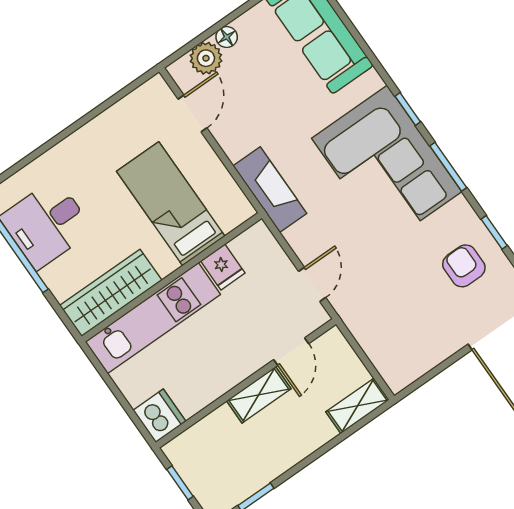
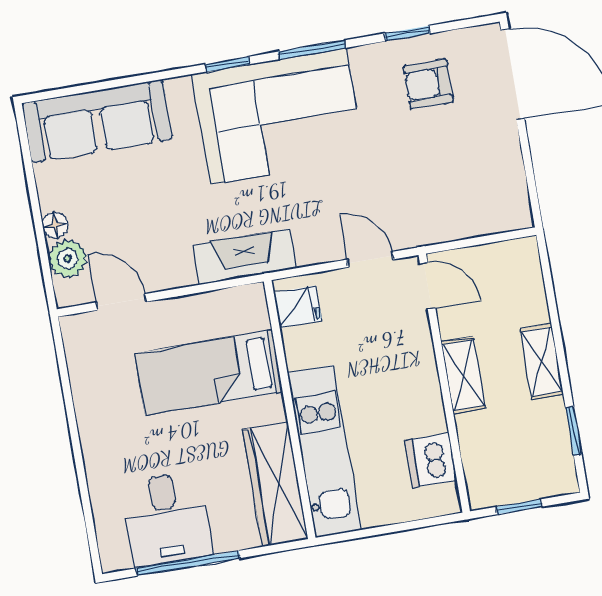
fridge: (223, 267) -> (298, 307), moved
door: (291, 352) -> (428, 286), moved
shelving: (357, 406) -> (542, 362), moved
dishwasher: (160, 416) -> (431, 460), moved, turned -90

